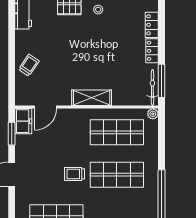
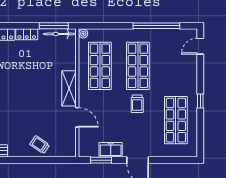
door: (46, 107) -> (77, 117), moved
freezer: (23, 121) -> (111, 150), moved

